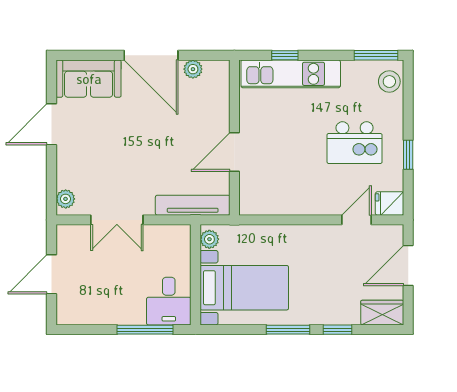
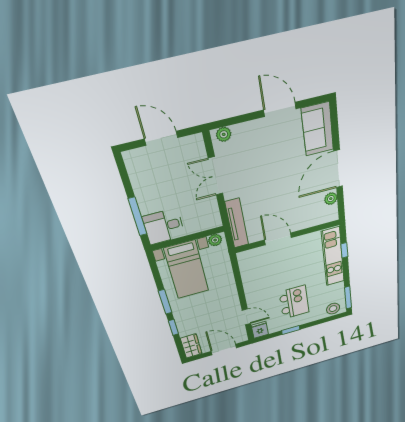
kitchen island: (355, 143) -> (294, 302), turned 180

